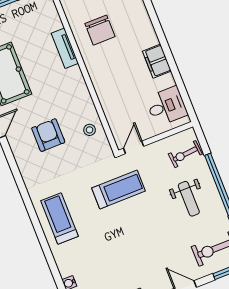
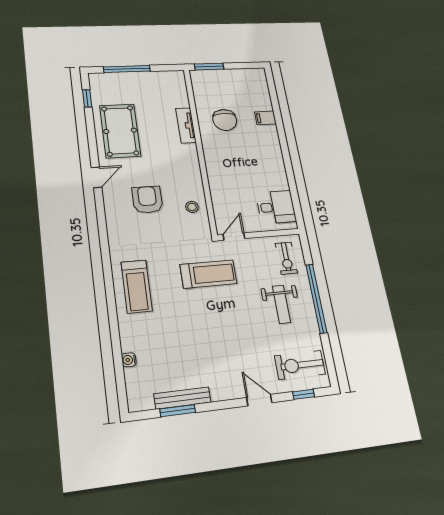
filing cabinet: (157, 61) -> (265, 118), moved, width x0.50
exercise bike: (185, 154) -> (286, 258), turned -85
treadmill: (60, 218) -> (137, 286), turned 180

